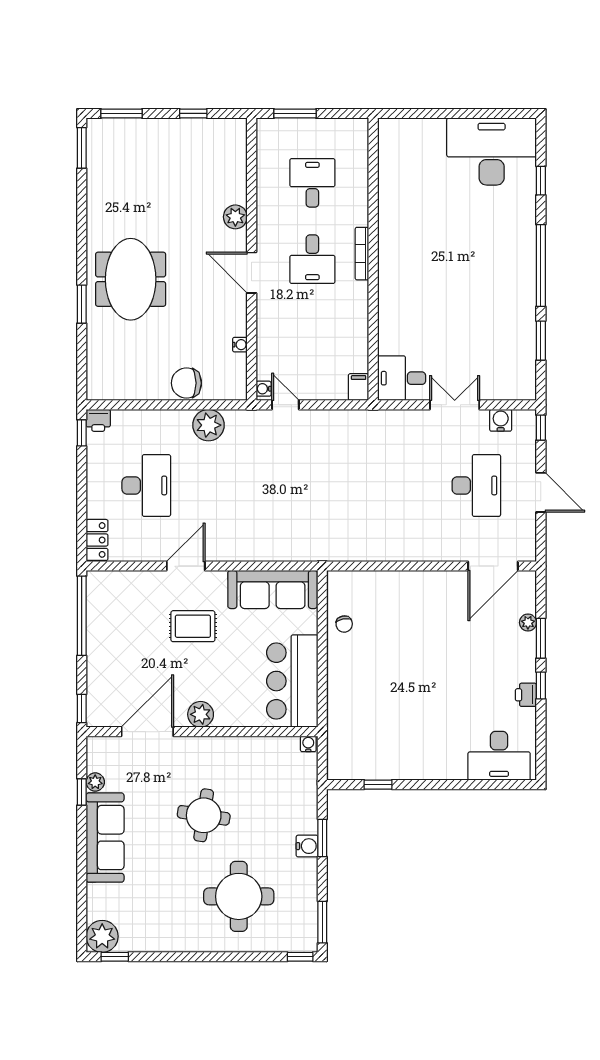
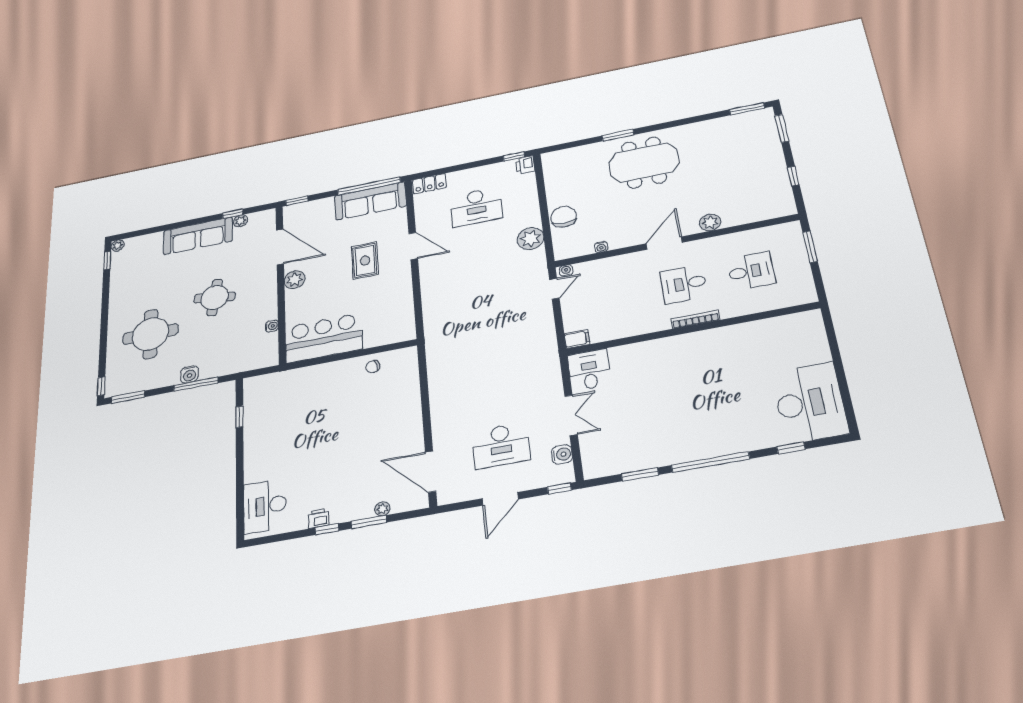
sofa: (273, 589) -> (370, 201), moved, turned -90
water cooler: (308, 744) -> (272, 326), moved
window: (322, 838) -> (196, 384), width x1.44
plant: (102, 936) -> (118, 246), width x0.53, depth x0.53

